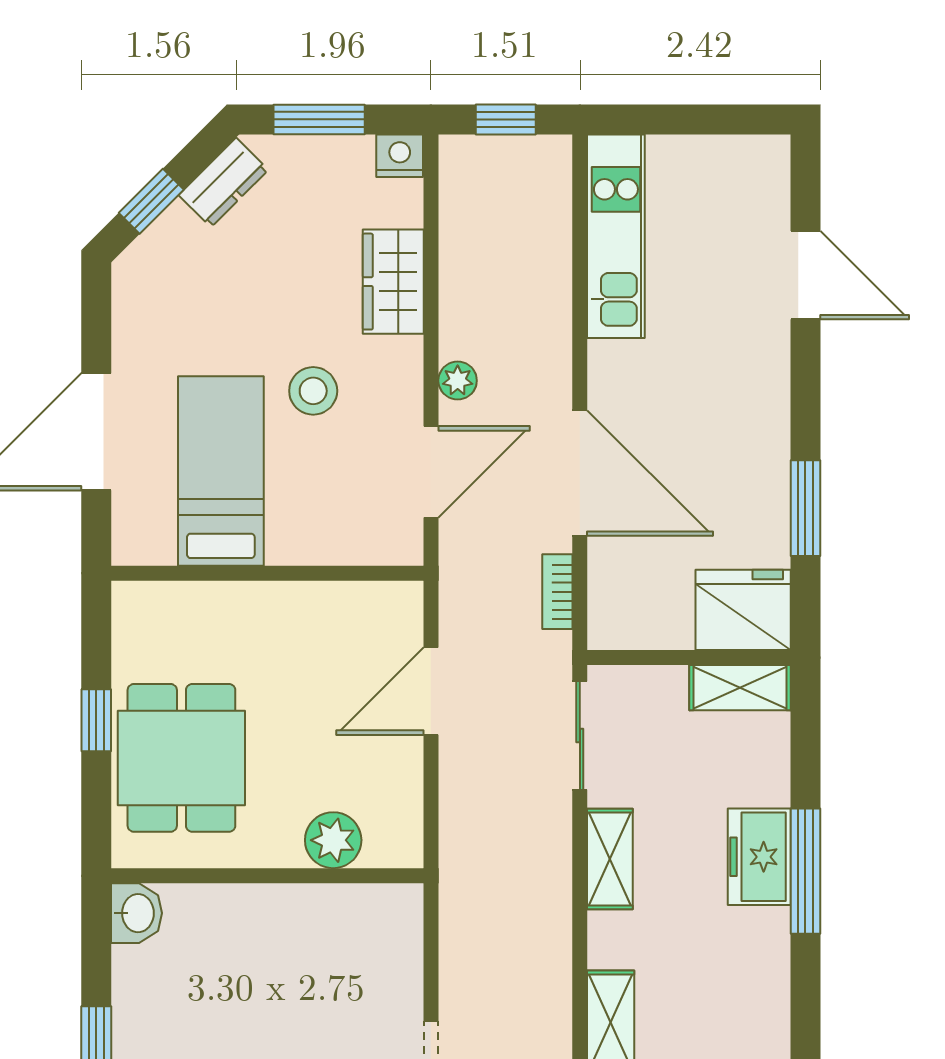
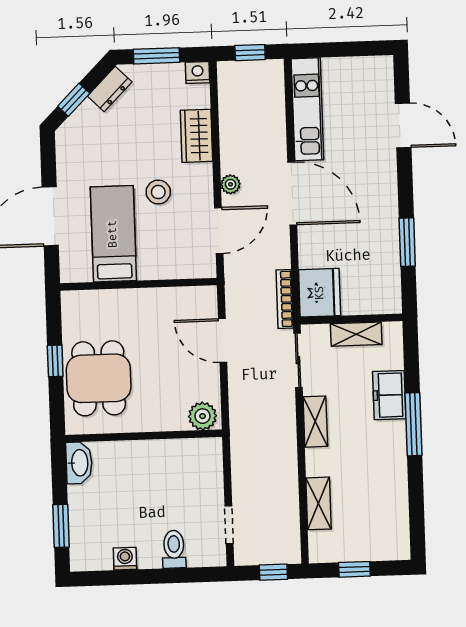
door: (580, 473) -> (292, 193), moved
bookcase: (557, 592) -> (285, 299), width x1.56
fridge: (743, 610) -> (320, 293), moved, turned 90
shelving: (740, 688) -> (356, 334), moved
door: (431, 691) -> (223, 341), hinge flipped
plant: (333, 840) -> (203, 416), moved
freezer: (759, 857) -> (389, 395), moved
washbasin: (136, 913) -> (79, 463), width x1.38

